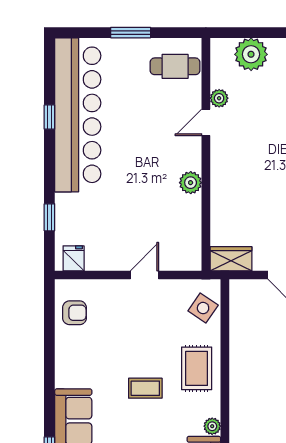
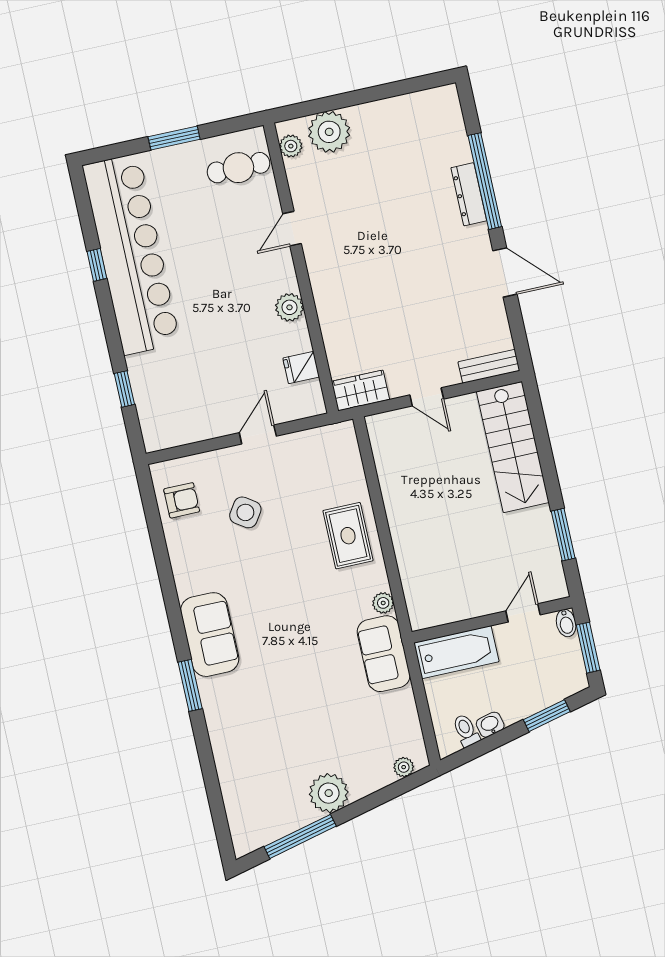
plant: (219, 98) -> (291, 146), moved
fridge: (74, 258) -> (301, 368), moved, turned -90
side table: (203, 308) -> (245, 512), moved
coffee table: (145, 388) -> (290, 574), removed

